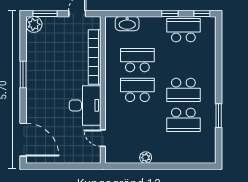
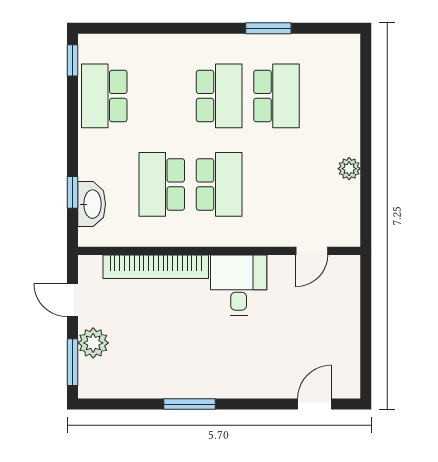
window: (170, 14) -> (73, 192), moved
plant: (34, 24) -> (93, 343), moved
school desk: (137, 90) -> (219, 184), turned 180
desk: (85, 105) -> (239, 285), width x0.73
door: (23, 140) -> (315, 404), width x0.53

